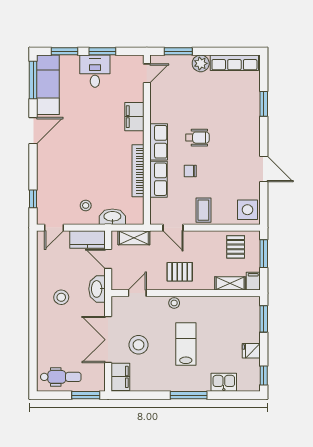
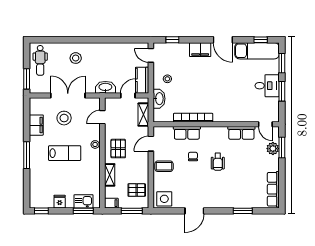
plant: (201, 63) -> (273, 149), moved
window: (33, 80) -> (261, 40), width x0.46
filing cabinet: (134, 117) -> (200, 50), moved, turned 180
row of seats: (159, 142) -> (241, 133), moved
shelving: (230, 283) -> (110, 175), moved
door: (137, 293) -> (102, 117), swing flipped
stool: (61, 297) -> (76, 58), moved
filing cabinet: (120, 377) -> (36, 125), moved, turned -90
kitchen sink: (224, 382) -> (84, 201), moved, turned -90

